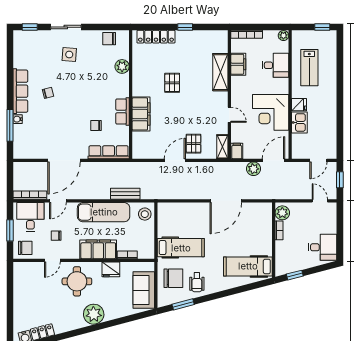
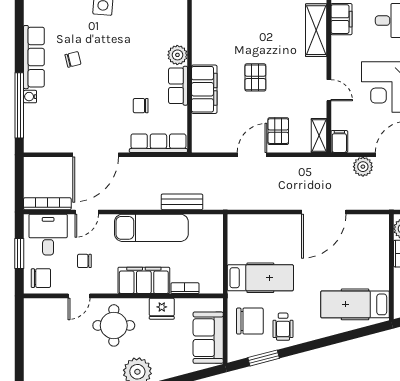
plant: (122, 66) -> (177, 55), moved
pallet: (172, 83) -> (255, 77), moved
window: (10, 125) -> (19, 105), width x1.46
stool: (145, 214) -> (210, 231), removed

